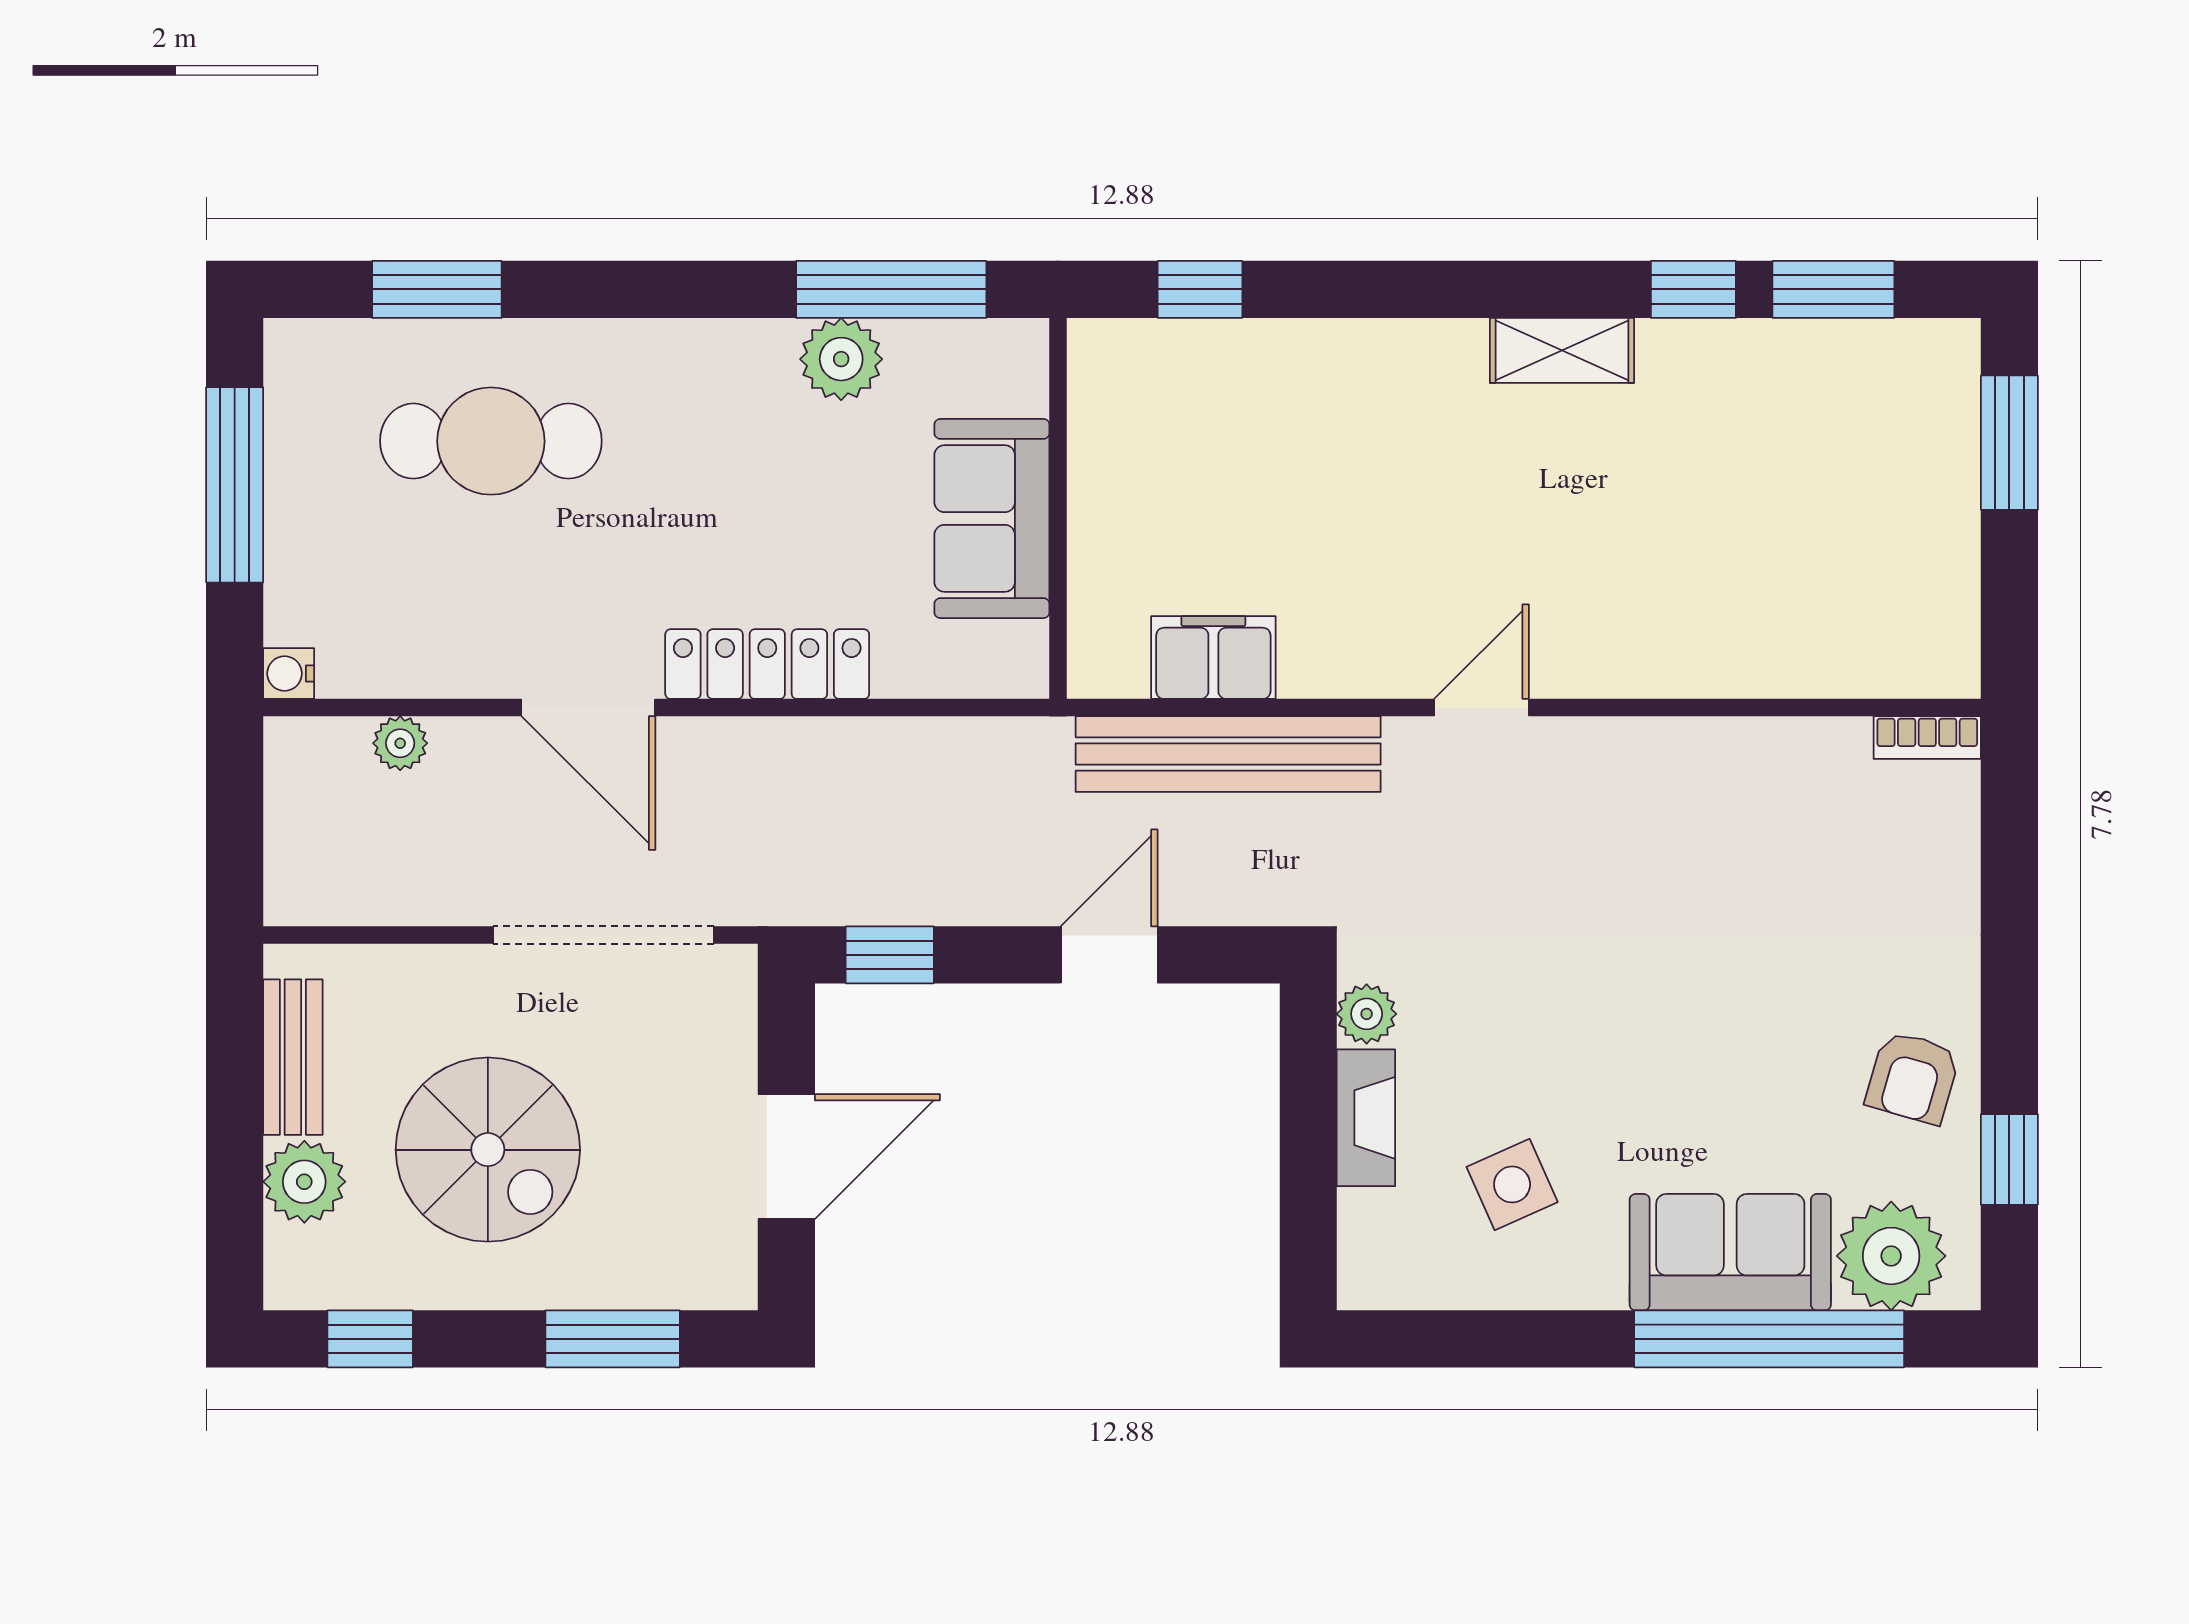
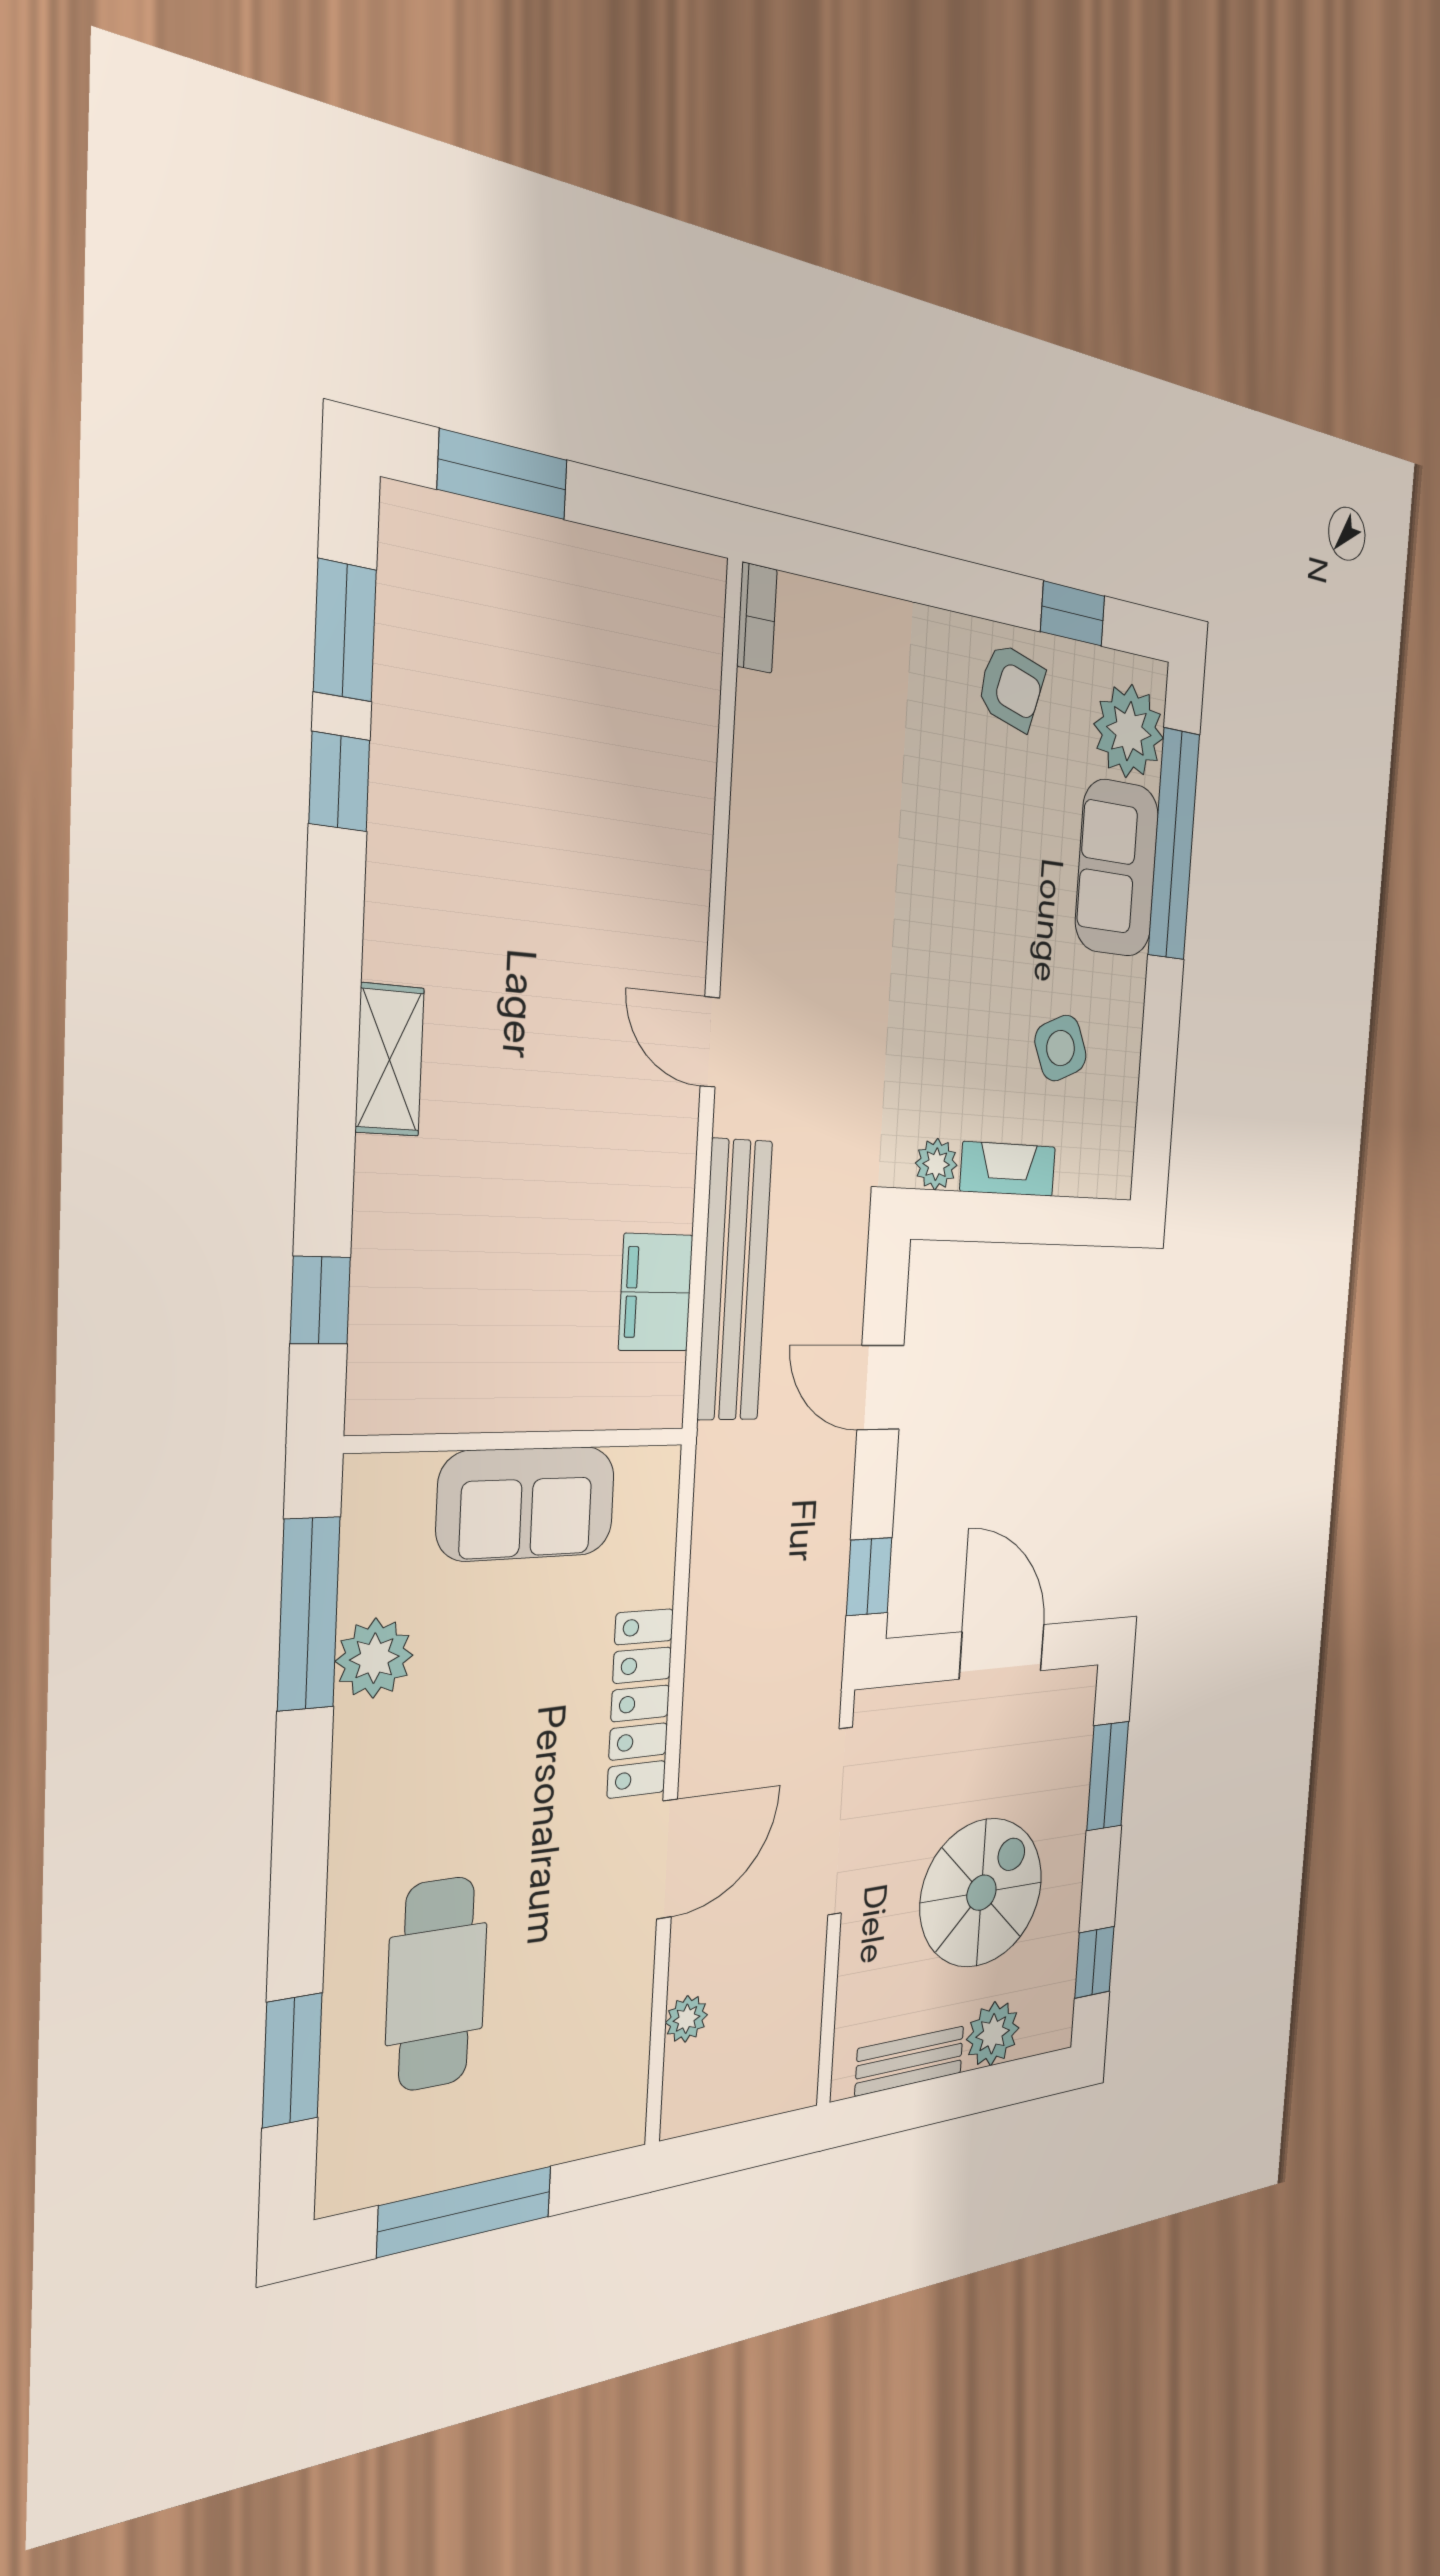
shelving: (1562, 350) -> (390, 1060), moved
water cooler: (289, 674) -> (626, 2127), removed

